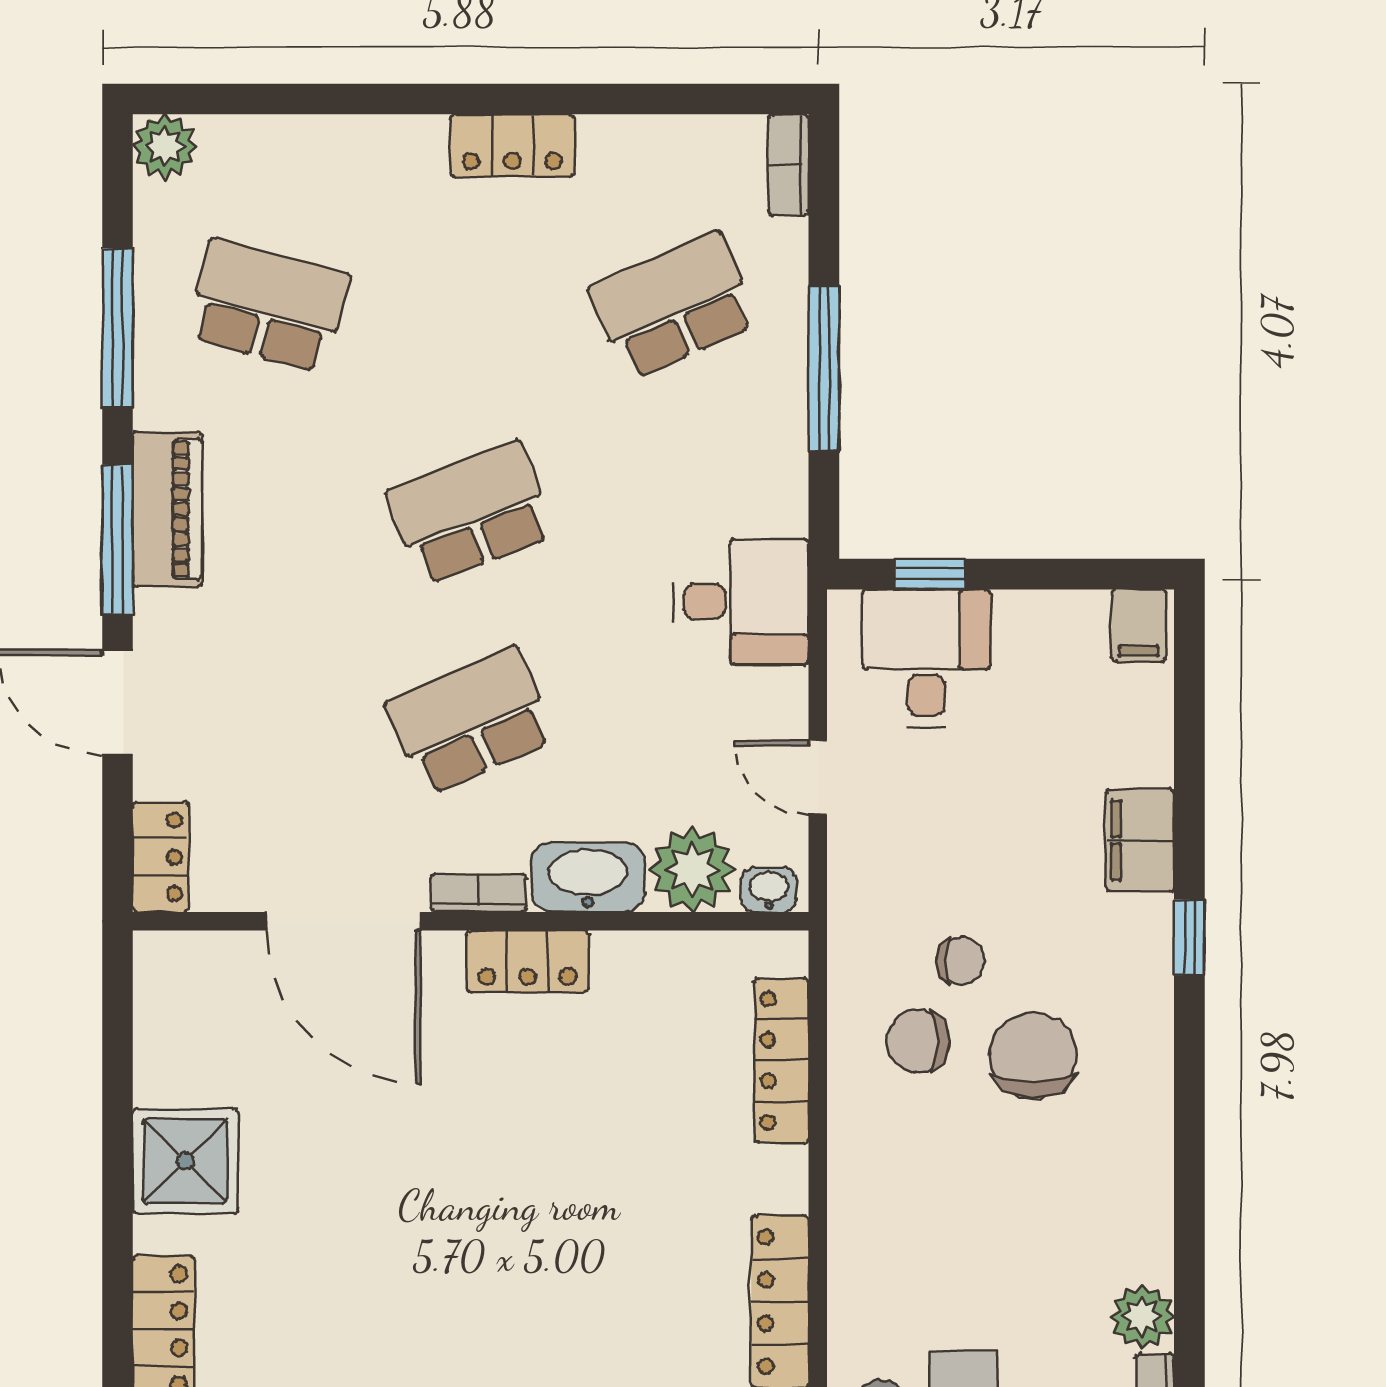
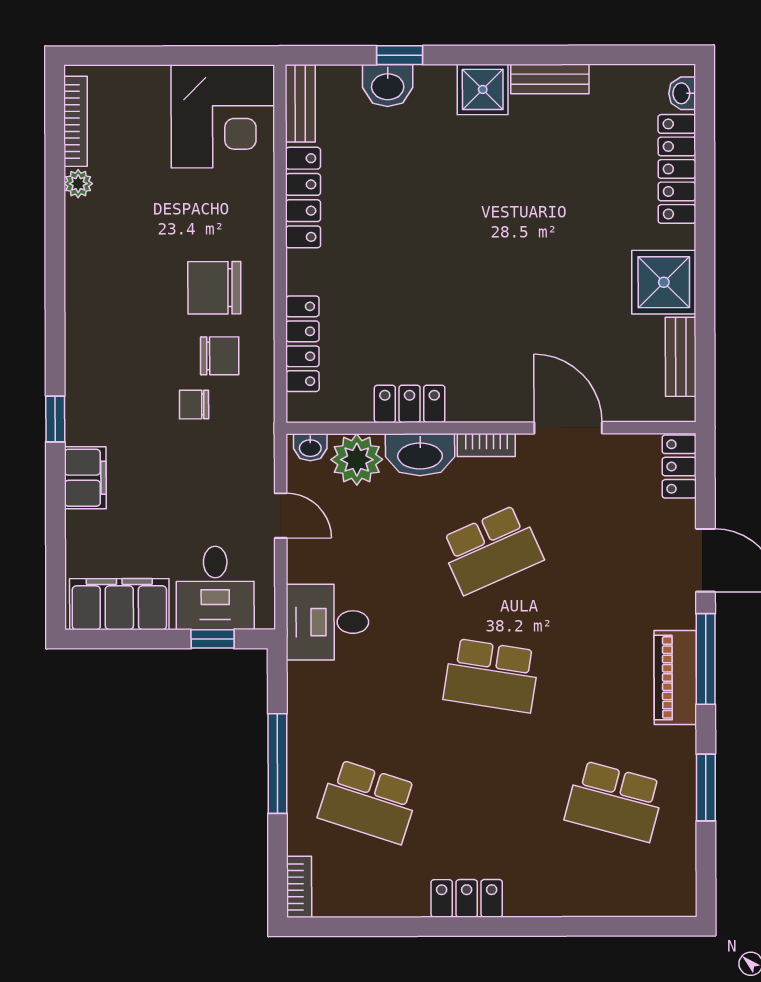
plant: (165, 146) -> (677, 898), removed
school desk: (674, 305) -> (369, 802), turned 42
window: (117, 328) -> (706, 787), width x0.69
school desk: (471, 513) -> (491, 675), turned 30
filing cabinet: (1139, 626) -> (119, 604), width x3.00, depth x1.17
door: (344, 921) -> (568, 428), width x0.73
locker: (527, 961) -> (410, 404), moved
bench: (158, 1038) -> (681, 357), added
chair: (1033, 1055) -> (214, 288), moved, turned 90
plant: (1142, 1317) -> (78, 184), width x0.73, depth x0.73

